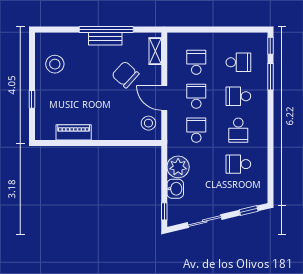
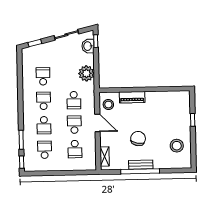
school desk: (238, 62) -> (45, 150), turned 90
chair: (125, 75) -> (138, 139), moved, turned -121
school desk: (196, 96) -> (74, 125), turned 180
school desk: (238, 96) -> (44, 125), turned 90
piano: (74, 132) -> (132, 97), moved
school desk: (238, 164) -> (43, 76), turned -90
washbasin: (175, 189) -> (88, 46), moved

